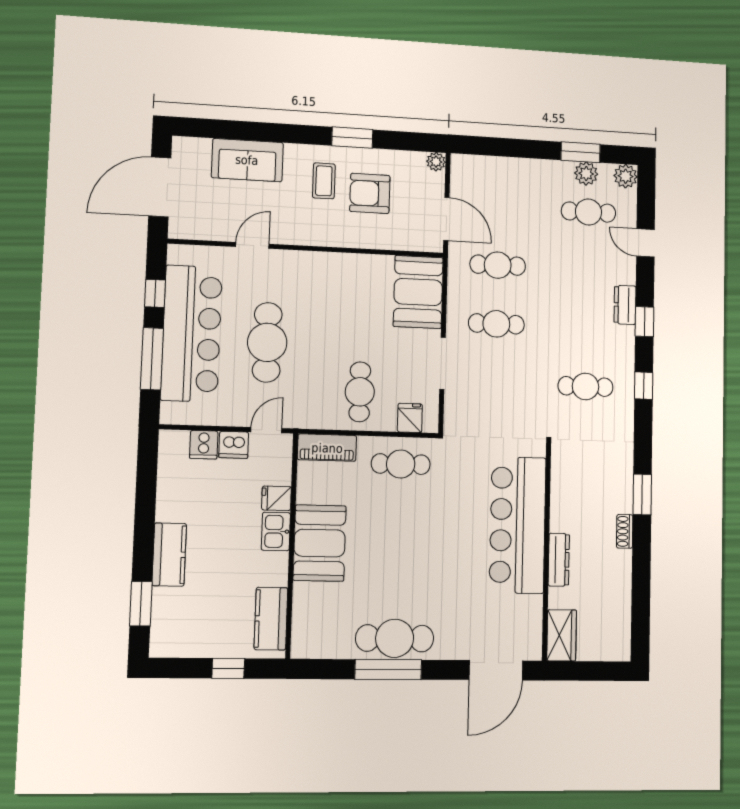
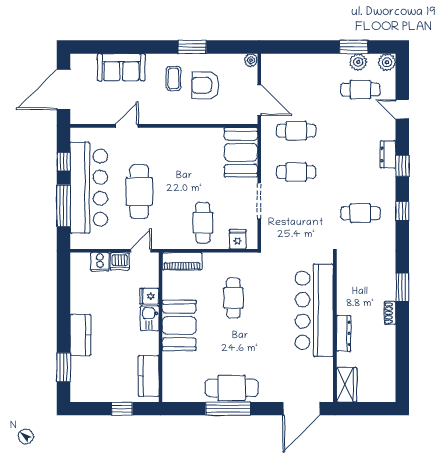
cafe table: (401, 464) -> (233, 298), moved, turned 90

